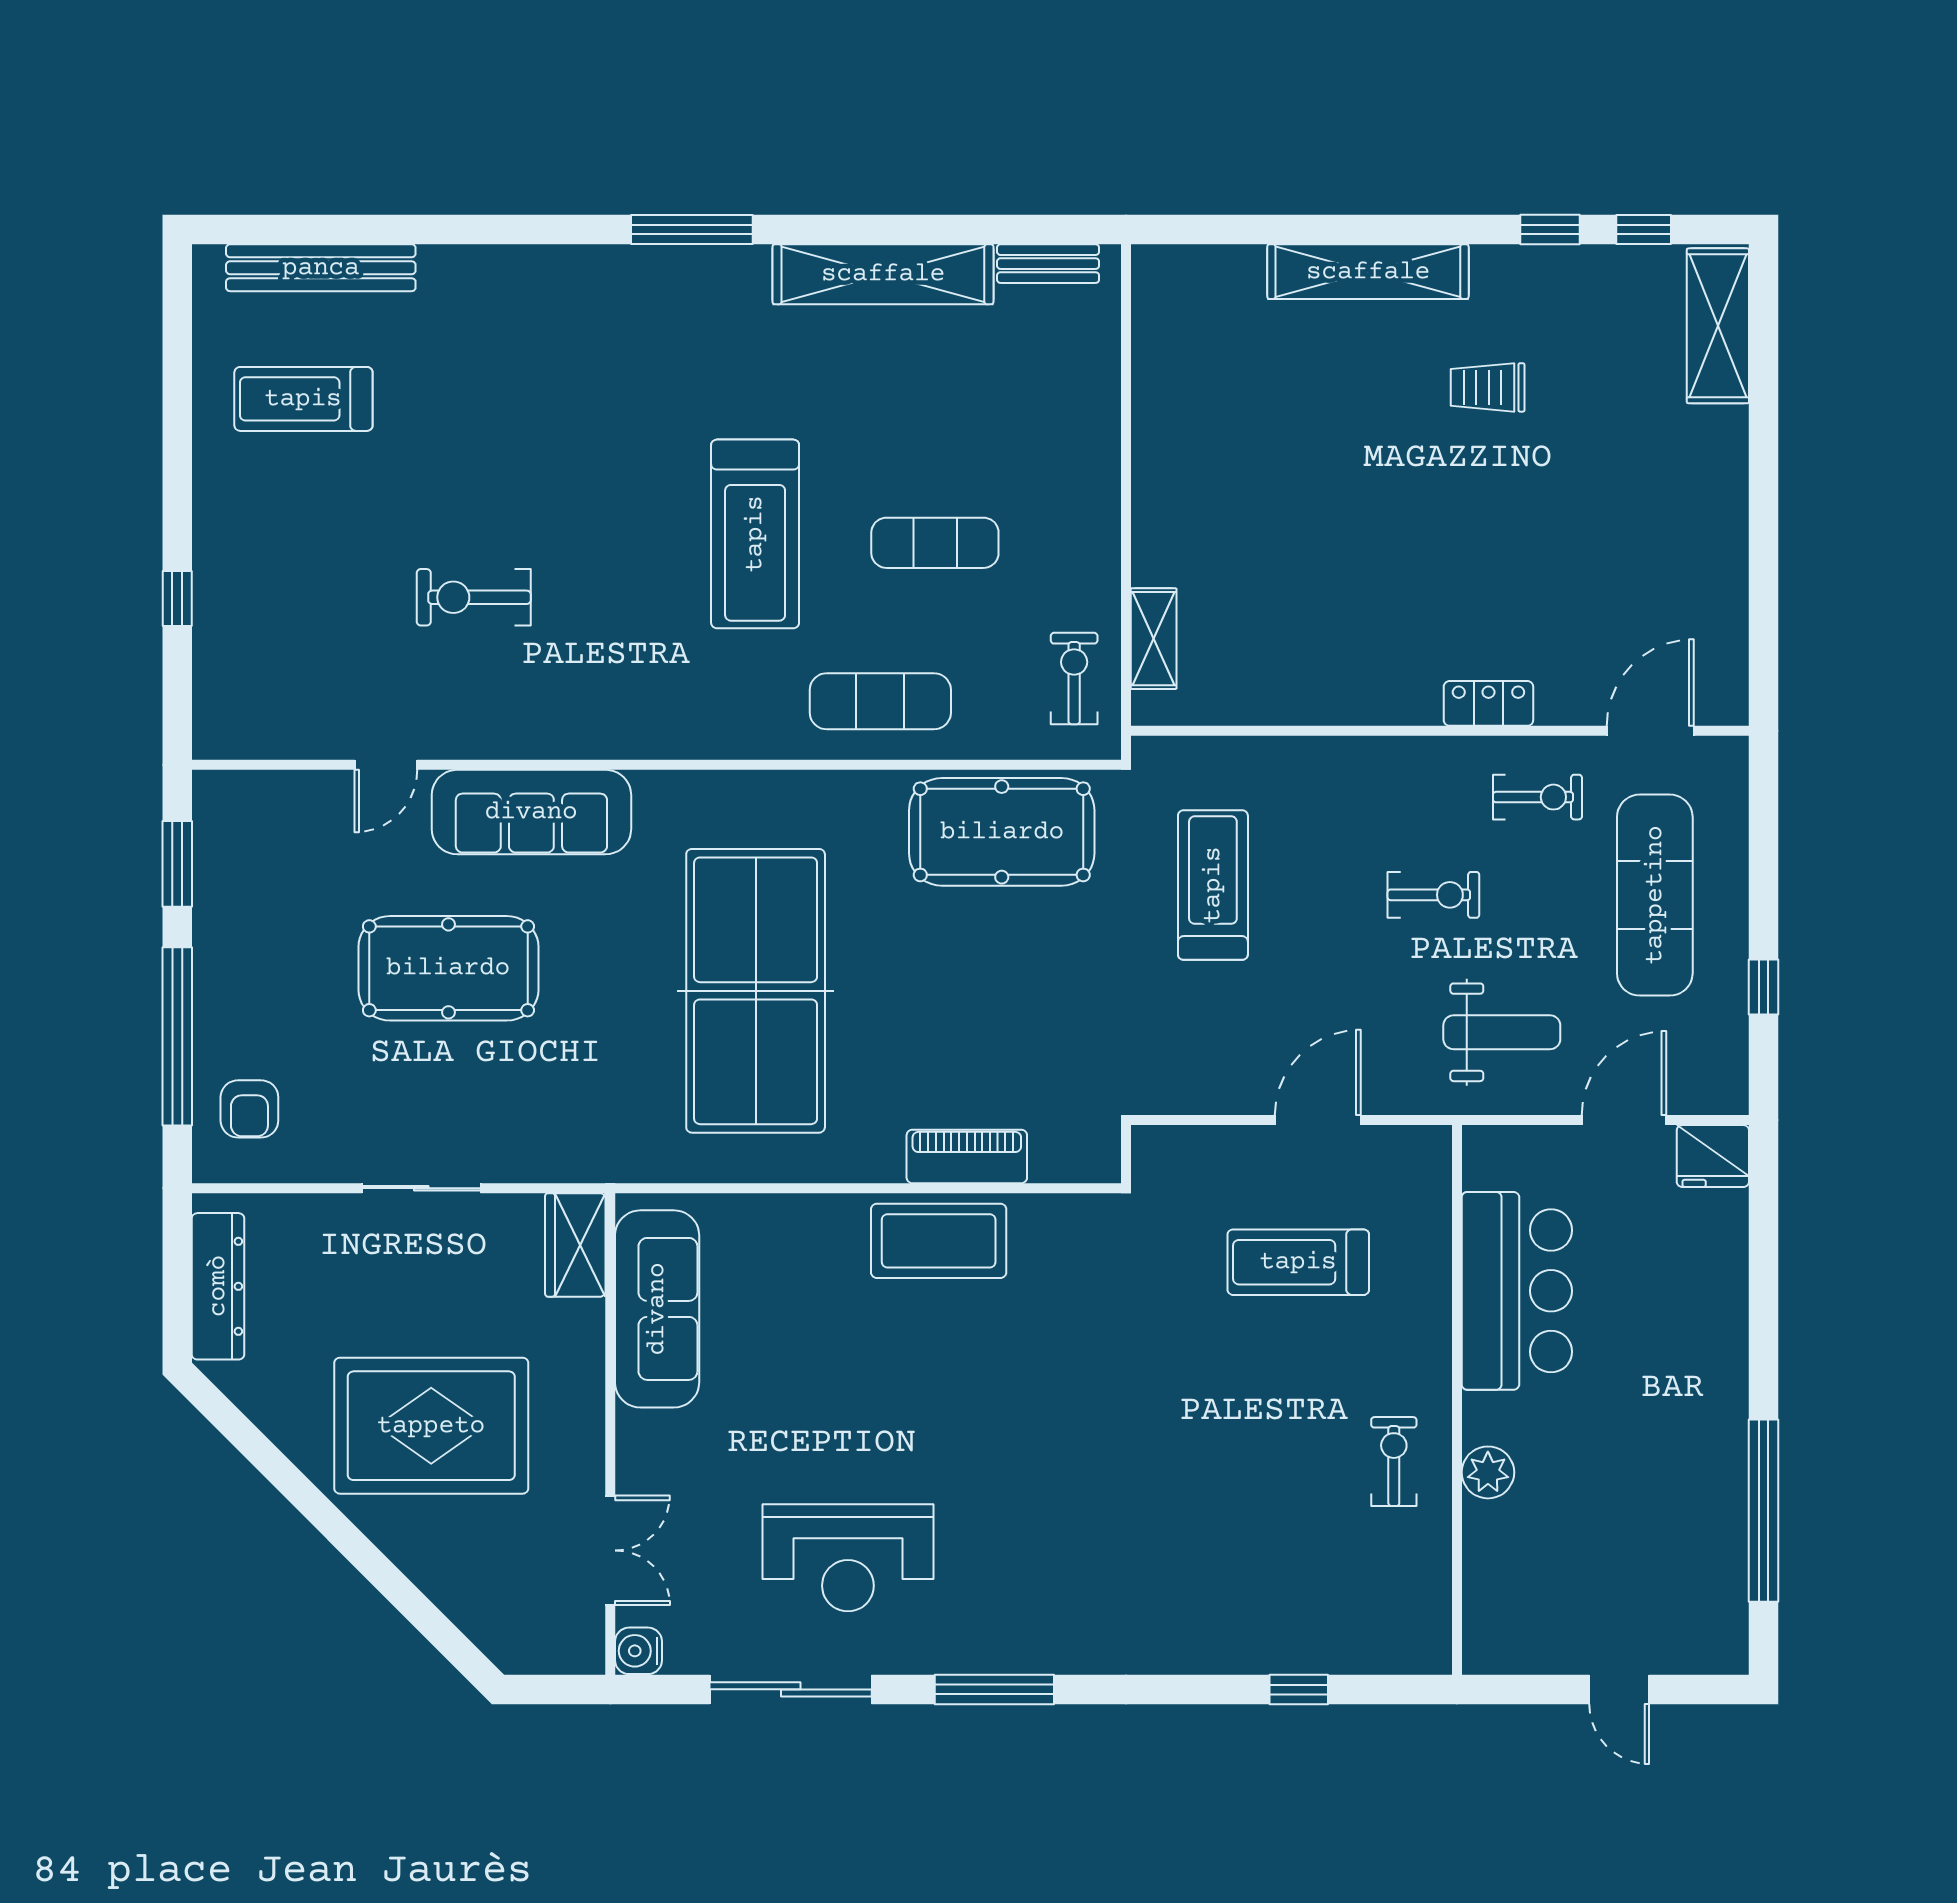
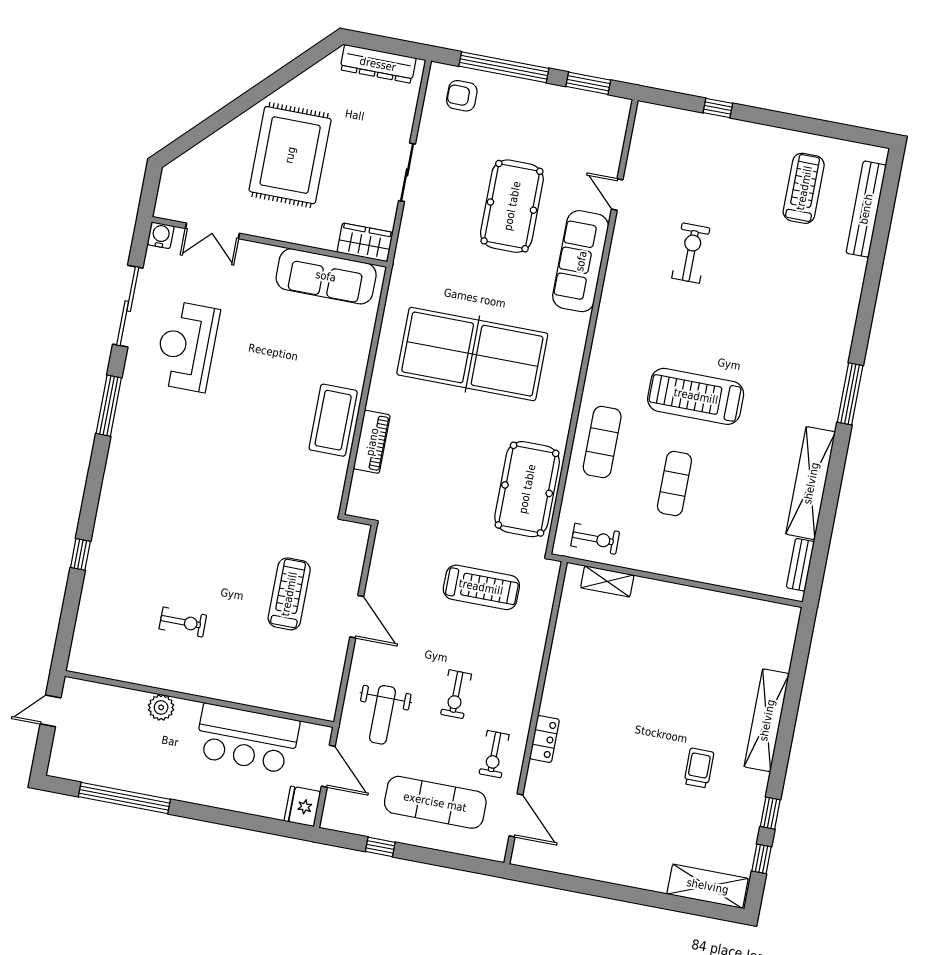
bar counter: (1517, 1291) -> (247, 738), moved
wall: (1457, 1400) -> (199, 699), moved
plant: (1488, 1472) -> (161, 707), moved

